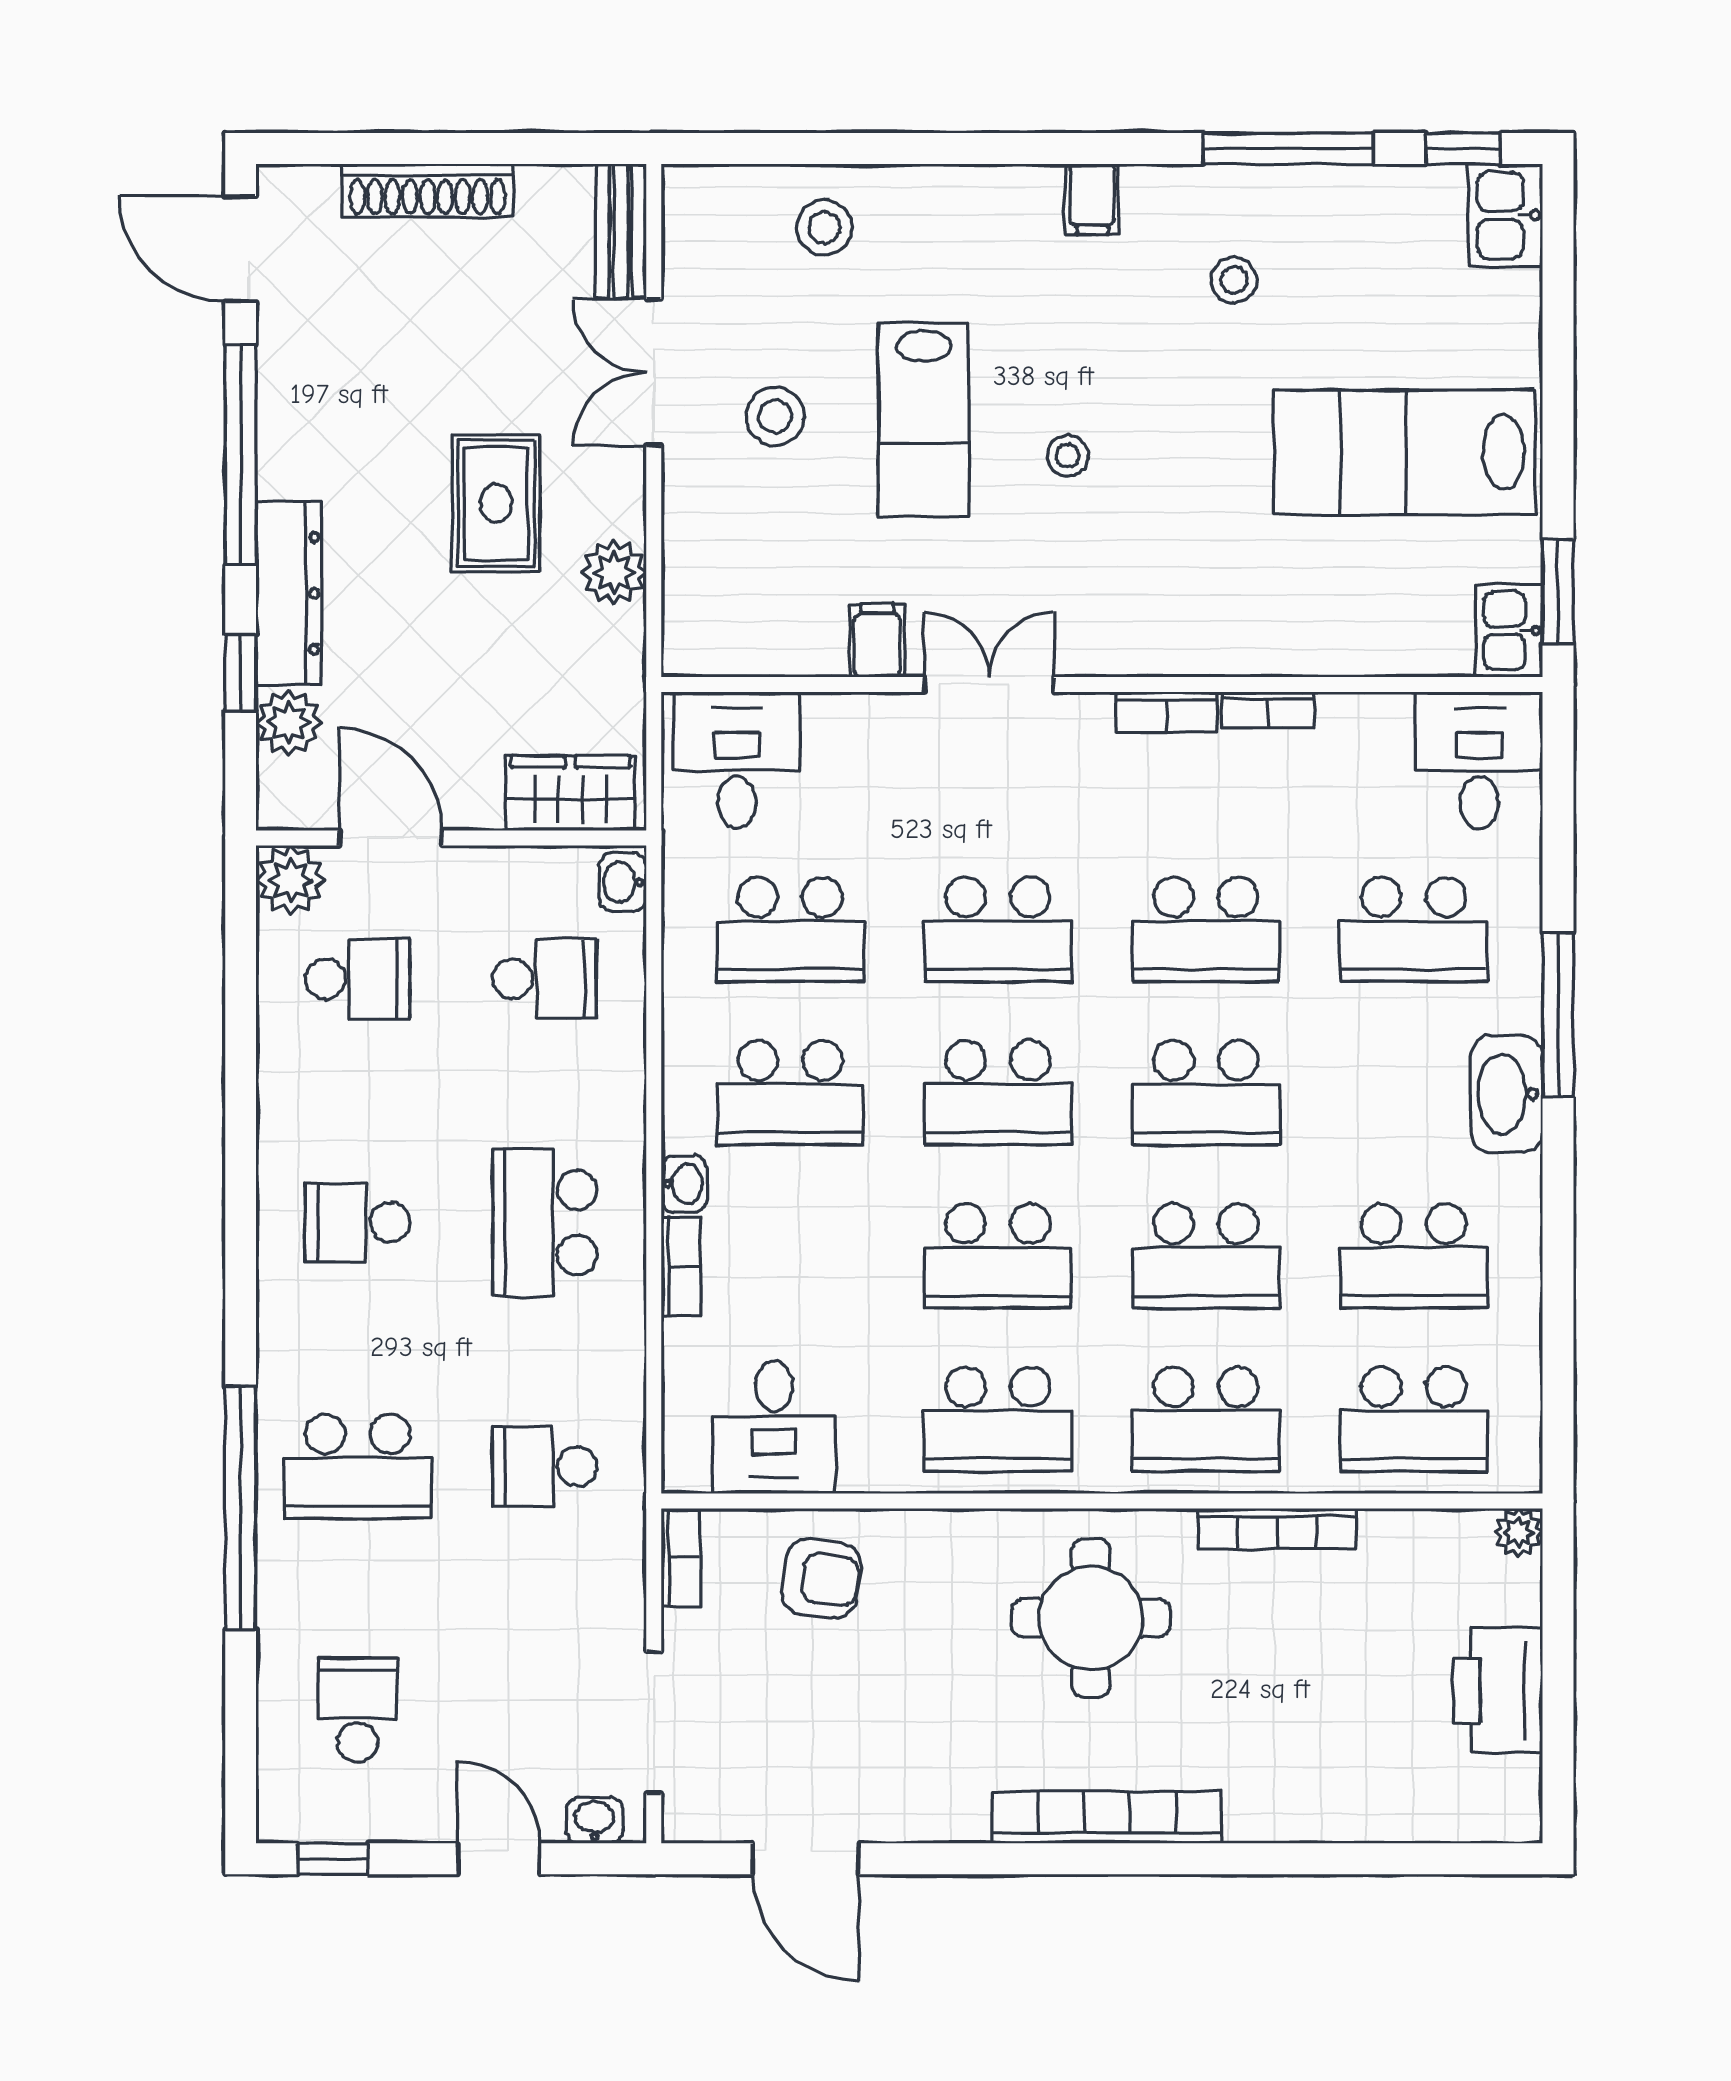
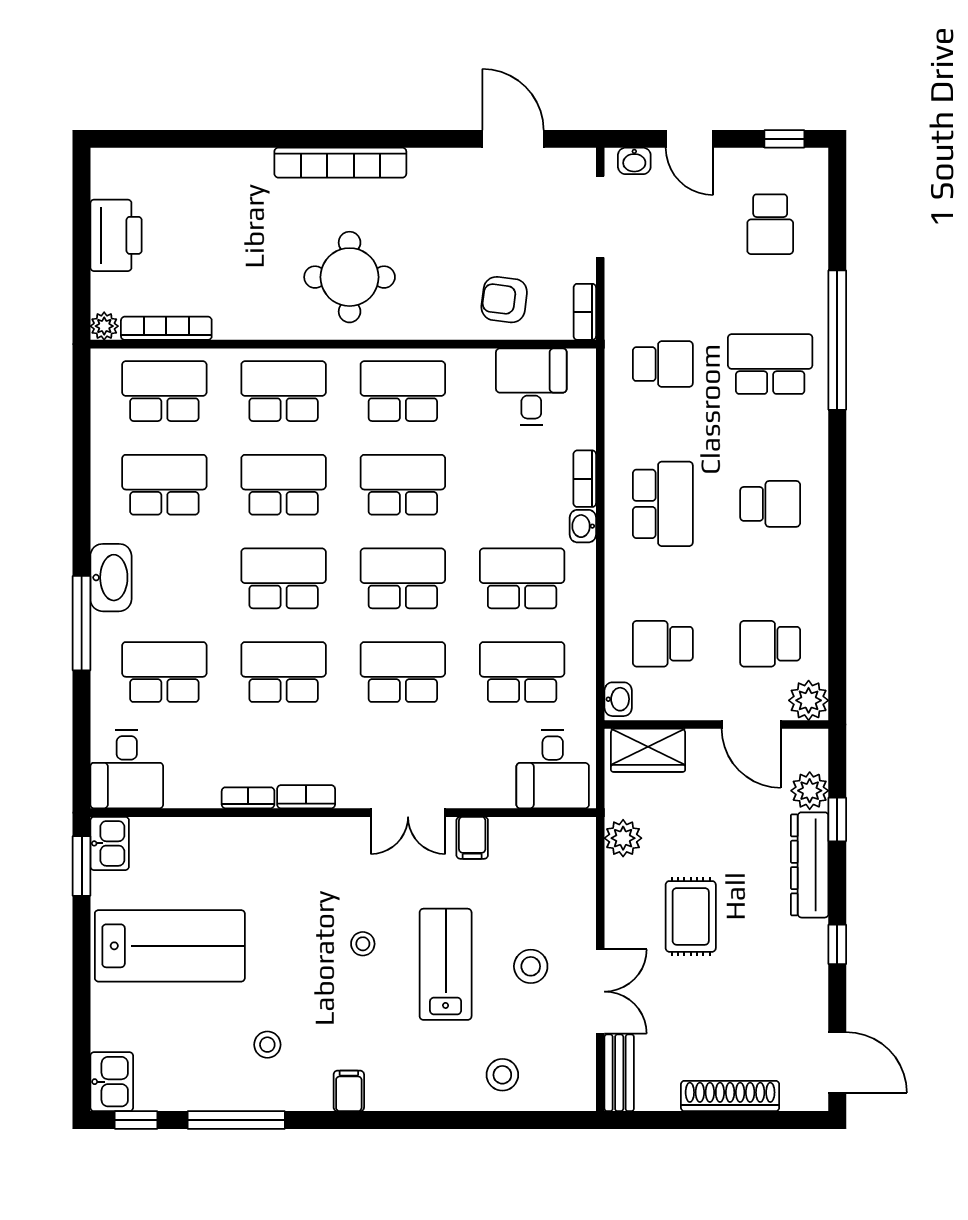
window: (241, 455) -> (837, 944), width x0.32
plant: (614, 572) -> (623, 838), moved
bookcase: (1277, 1529) -> (166, 328), moved

